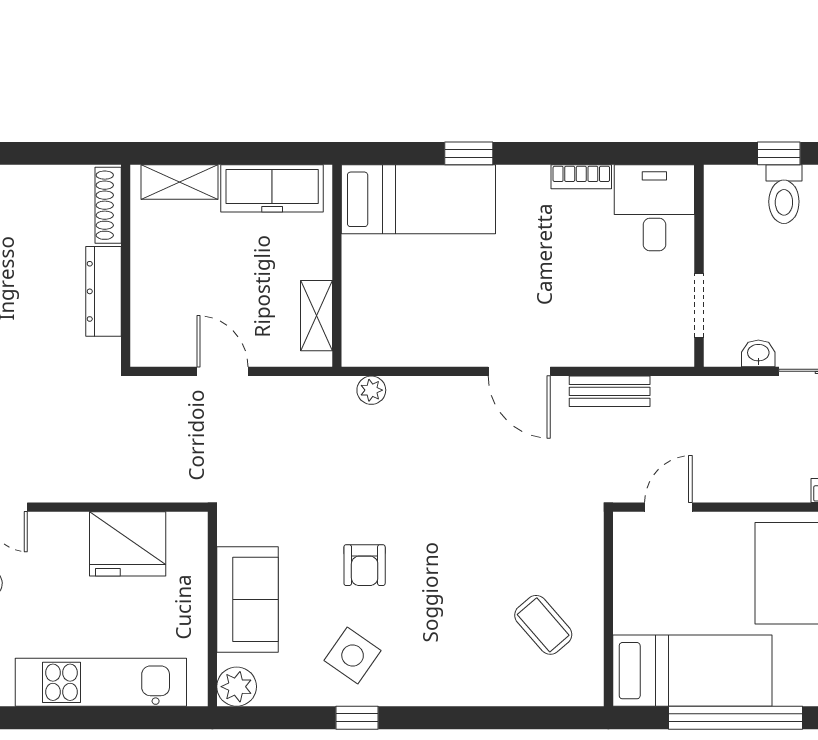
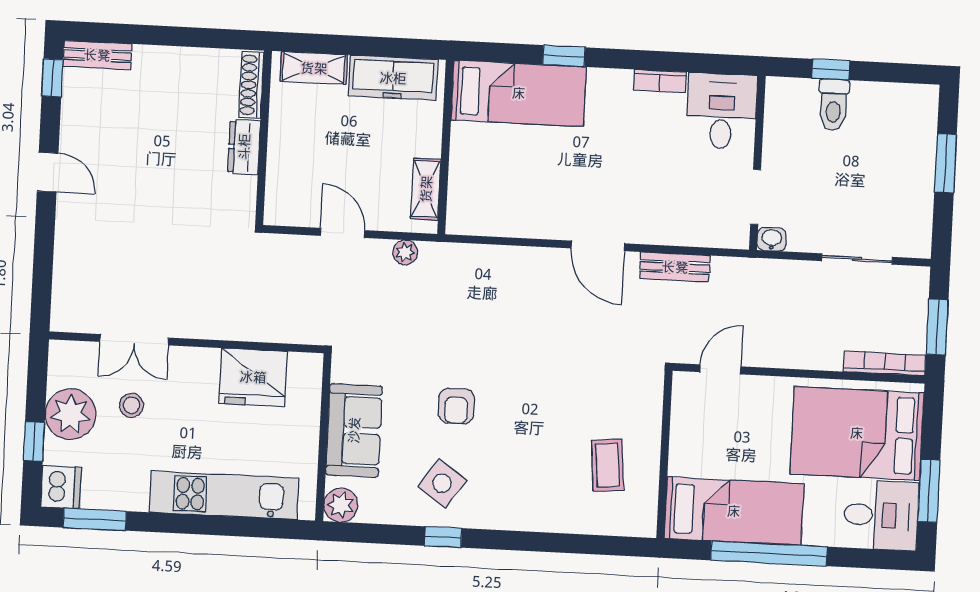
dresser: (103, 291) -> (244, 147), width x0.70
washbasin: (758, 353) -> (772, 239), moved
plant: (371, 390) -> (405, 252), moved
coffee table: (543, 625) -> (608, 465), turned 36

